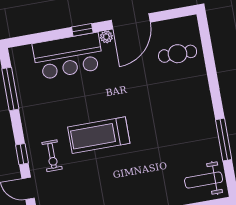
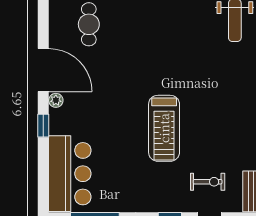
bar counter: (68, 56) -> (70, 174), moved
exercise bike: (52, 156) -> (208, 182), moved

